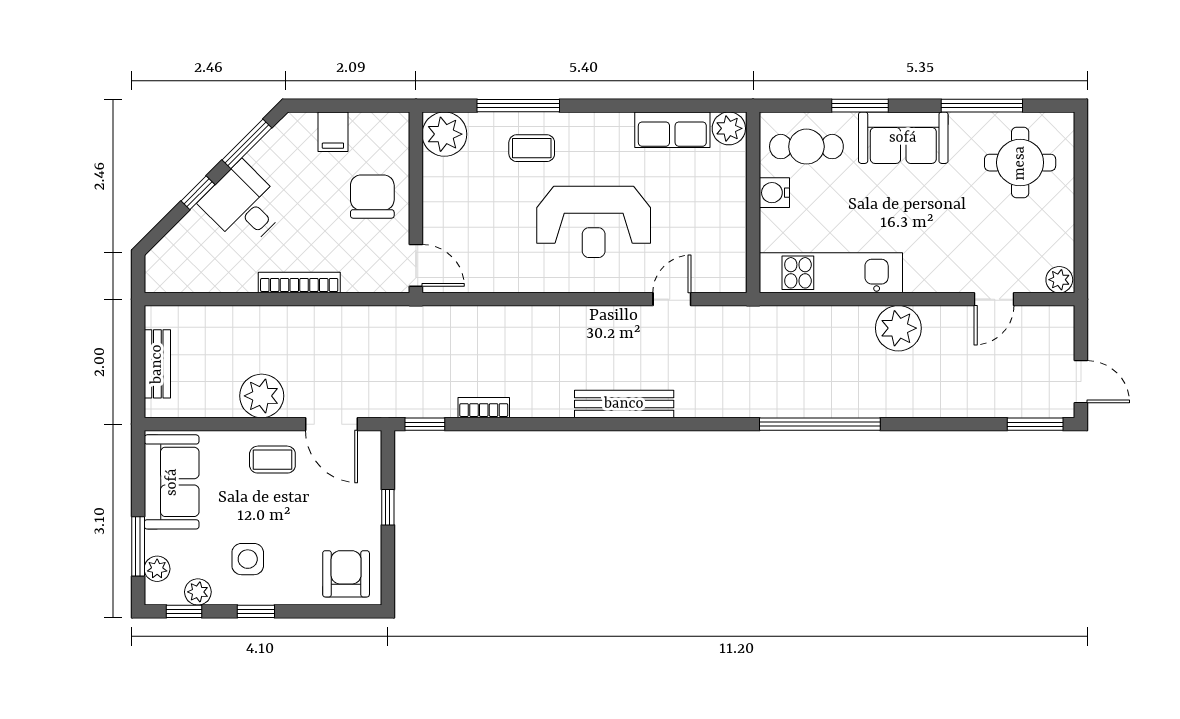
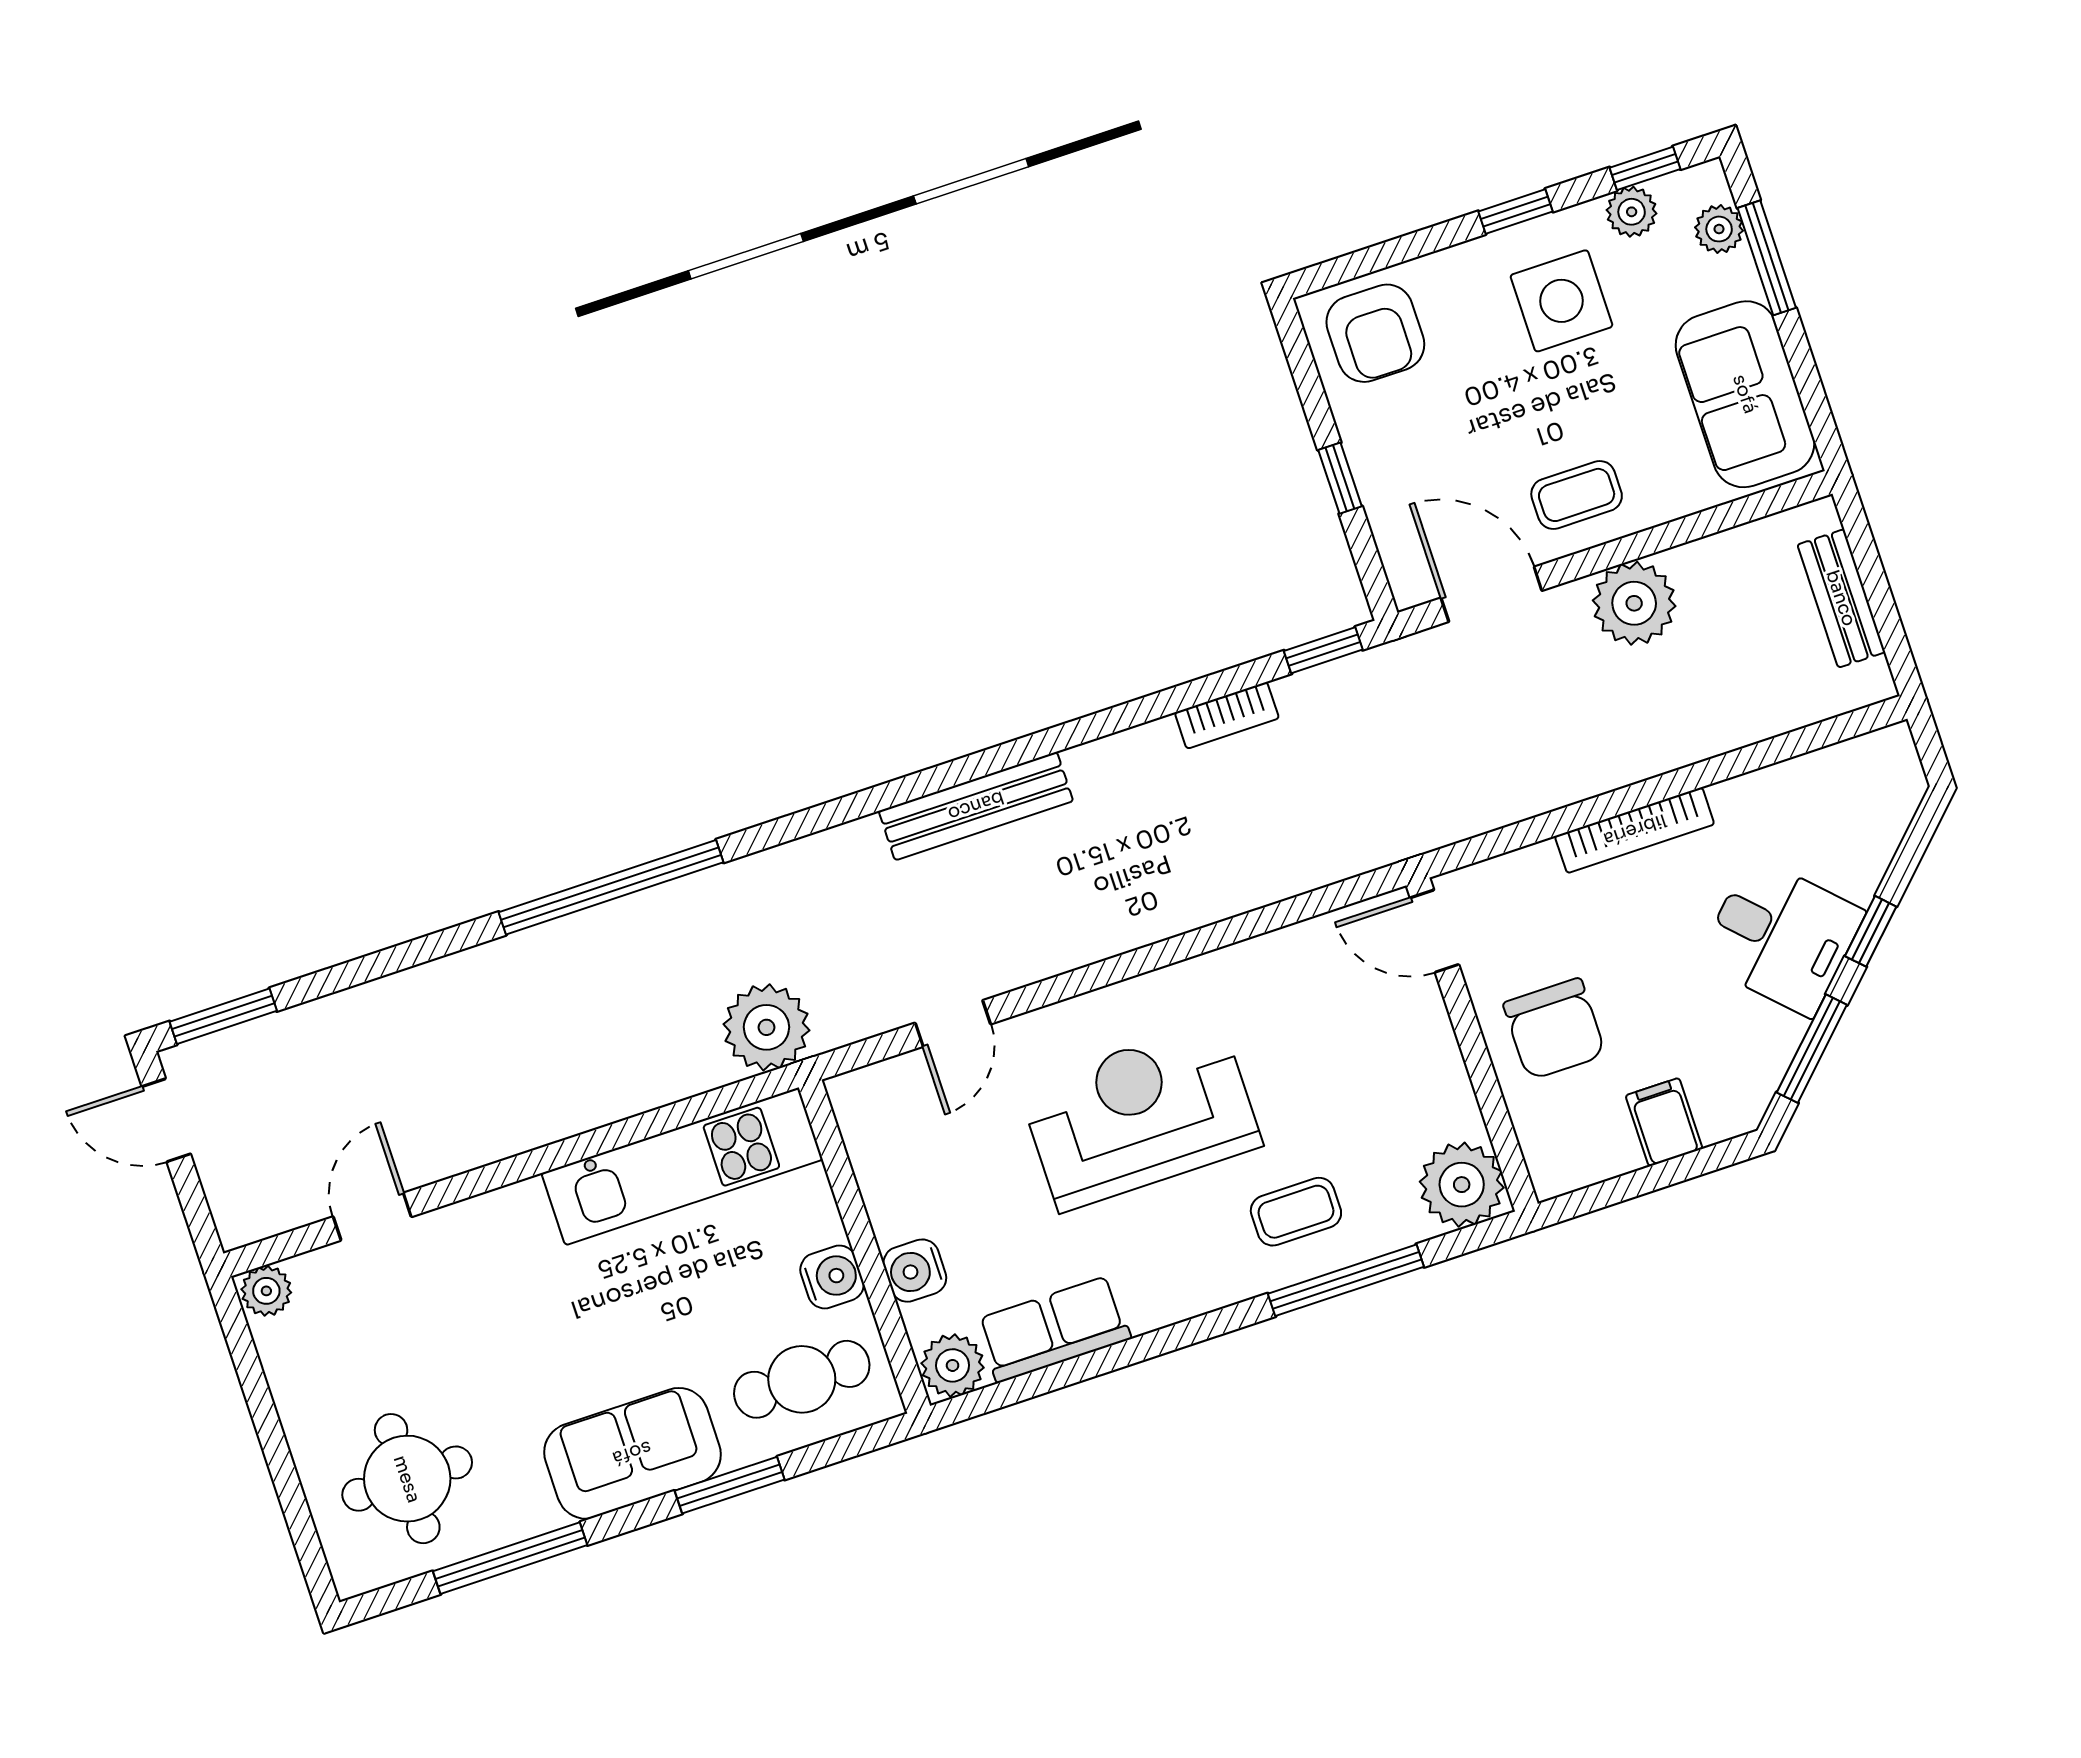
water cooler: (732, 182) -> (915, 1271), added
plant: (898, 328) -> (766, 1027), moved
side table: (248, 559) -> (1561, 301), width x1.37, depth x1.37

